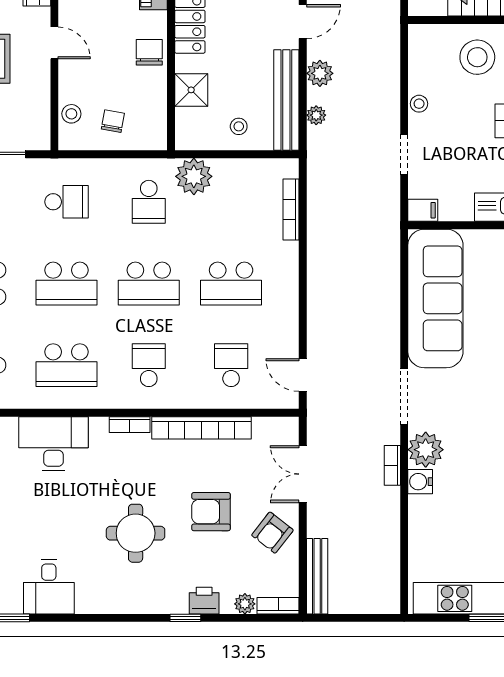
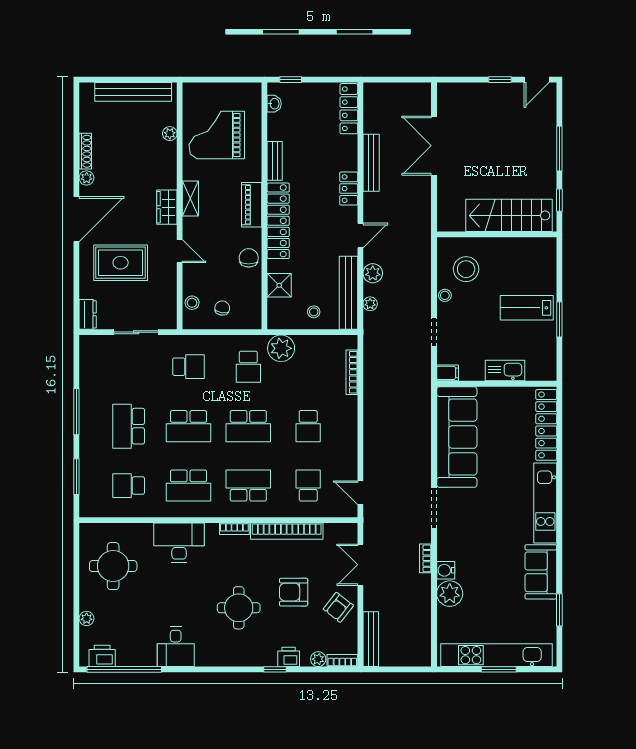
stool: (477, 57) -> (466, 269), moved
school desk: (231, 283) -> (308, 426), width x0.54
school desk: (149, 365) -> (248, 486), width x1.85
plant: (426, 450) -> (450, 594), moved

